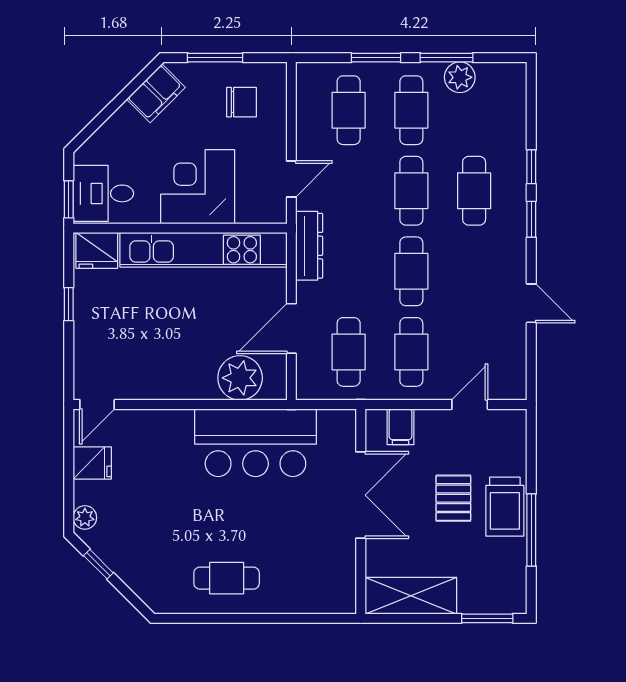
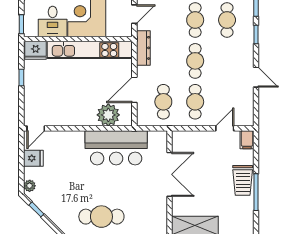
desk: (103, 193) -> (53, 21), moved, turned -90
filing cabinet: (400, 427) -> (247, 140), moved
pallet: (453, 498) -> (217, 176), removed
cafe table: (227, 578) -> (101, 217), width x1.37, depth x1.35

